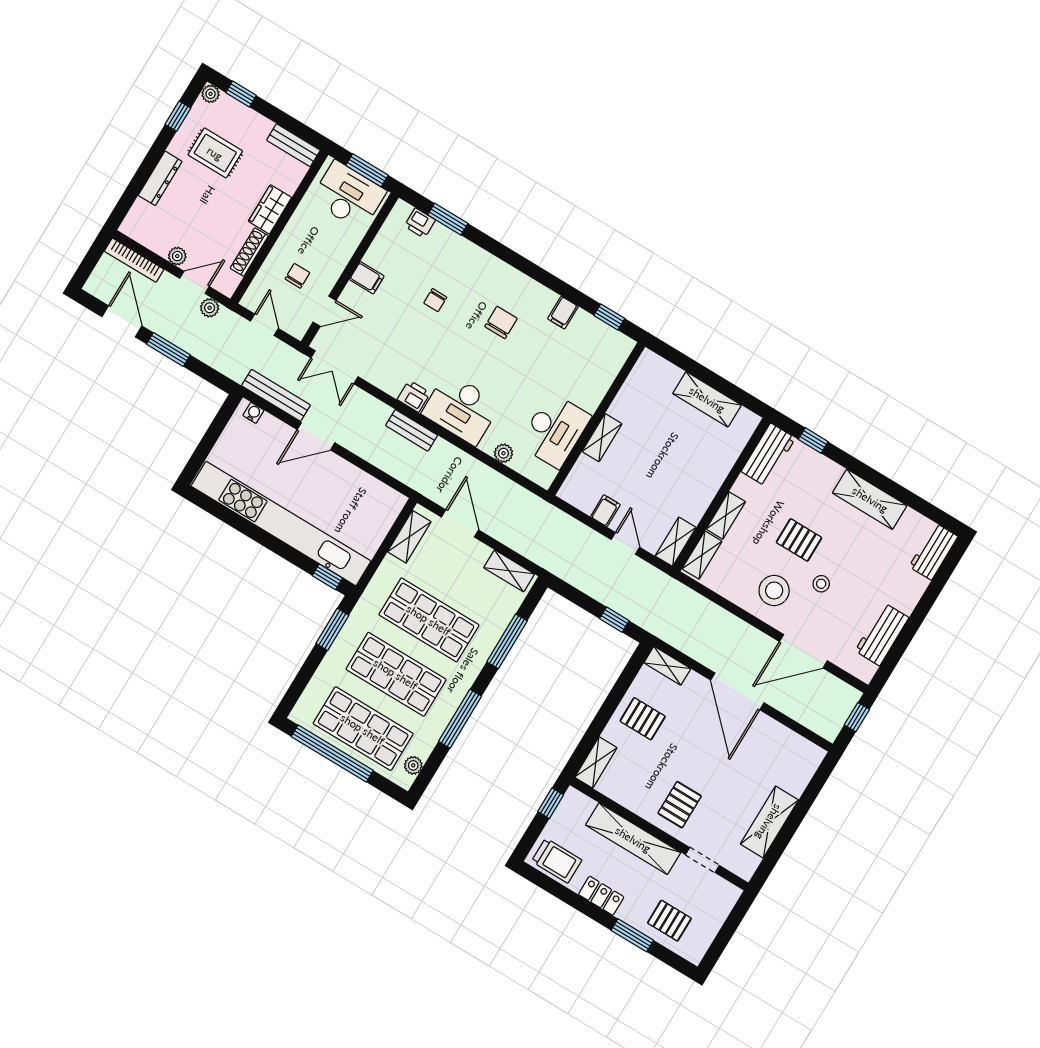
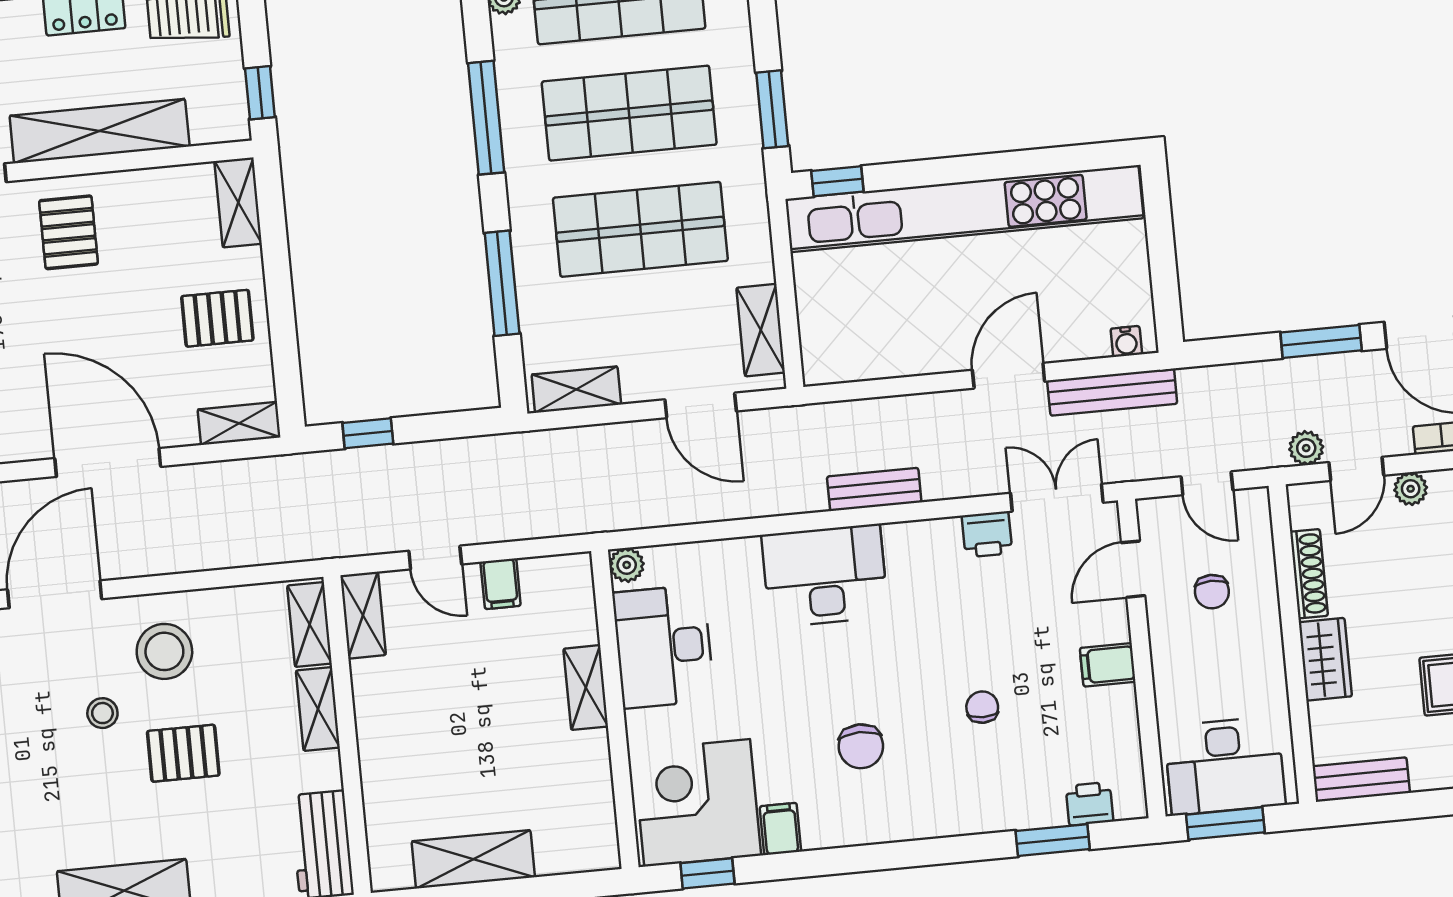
corner desk: (591, 351) -> (697, 803), added
printer: (414, 396) -> (987, 534), moved
plant: (503, 453) -> (627, 565), moved

